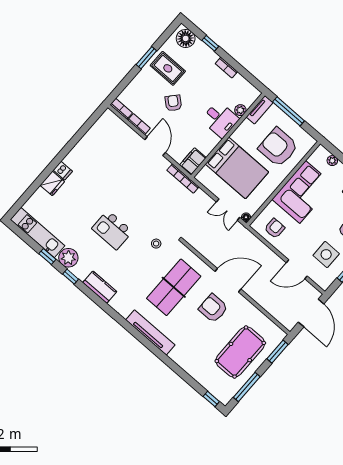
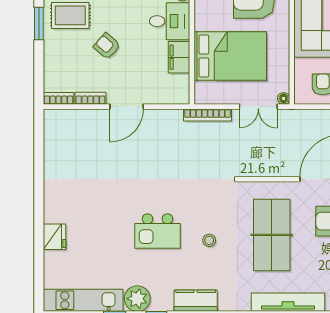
door: (155, 146) -> (127, 107), swing flipped
filing cabinet: (193, 161) -> (179, 57), moved
dishwasher: (63, 171) -> (54, 214), removed
bookcase: (183, 178) -> (207, 115), moved
stool: (156, 244) -> (209, 240), moved

